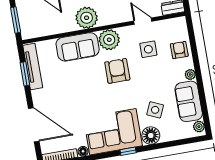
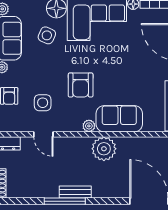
plant: (109, 40) -> (89, 126), width x0.53, depth x0.53

